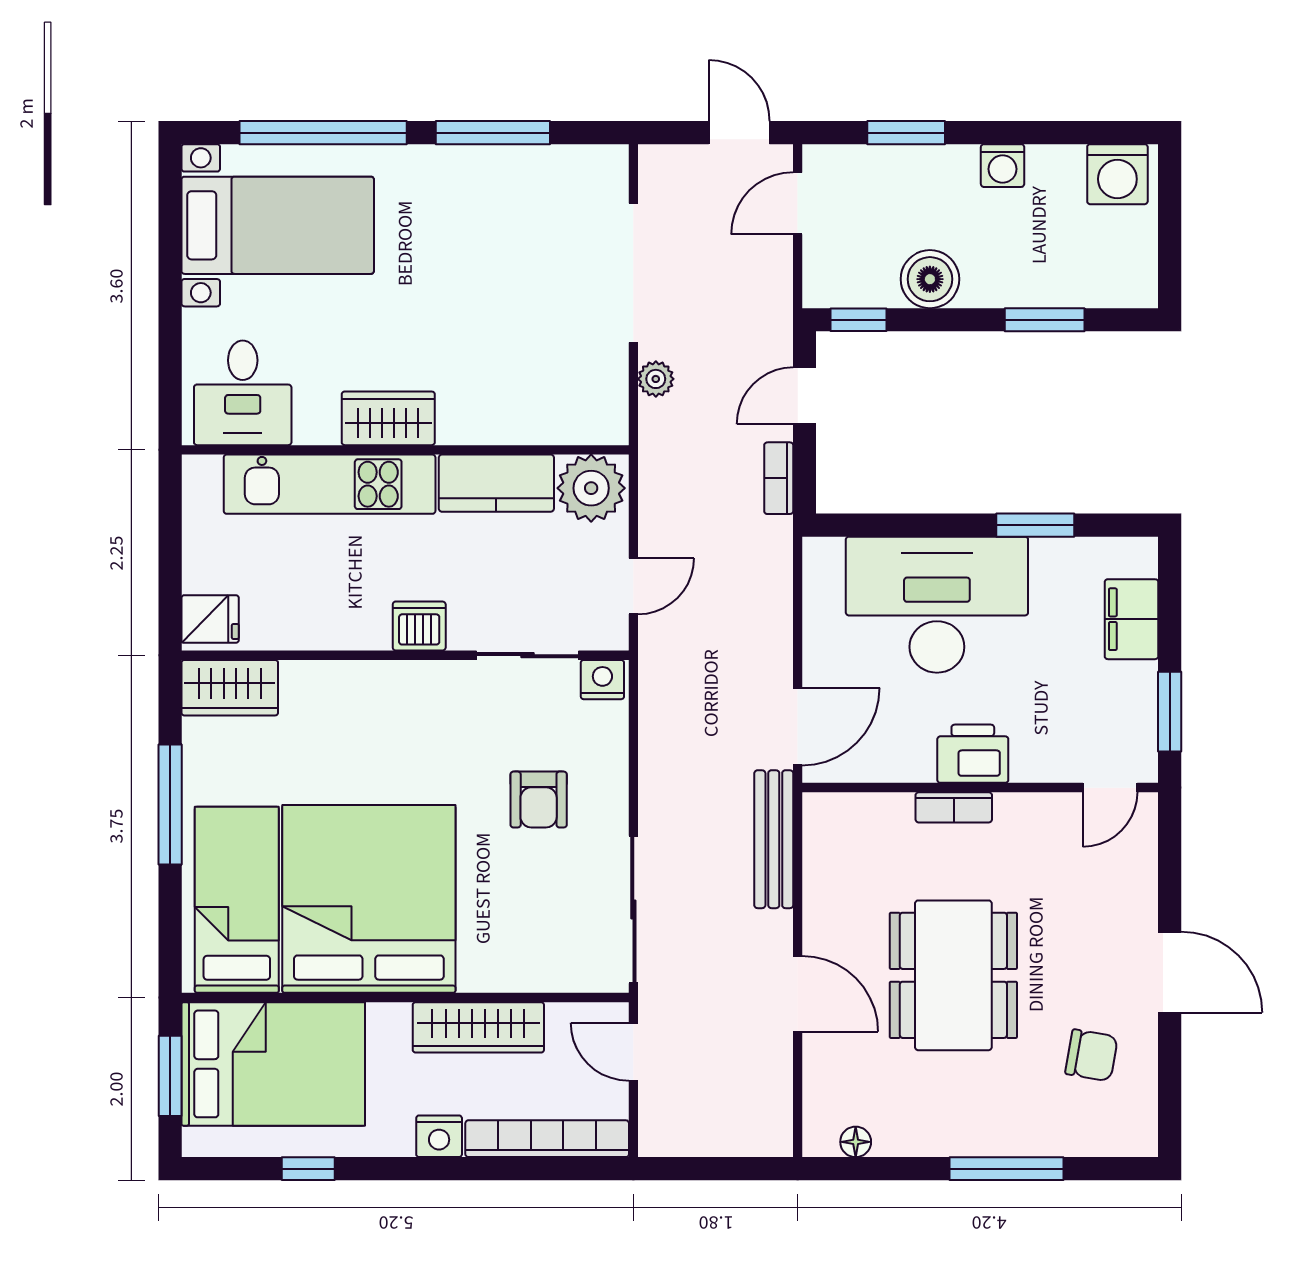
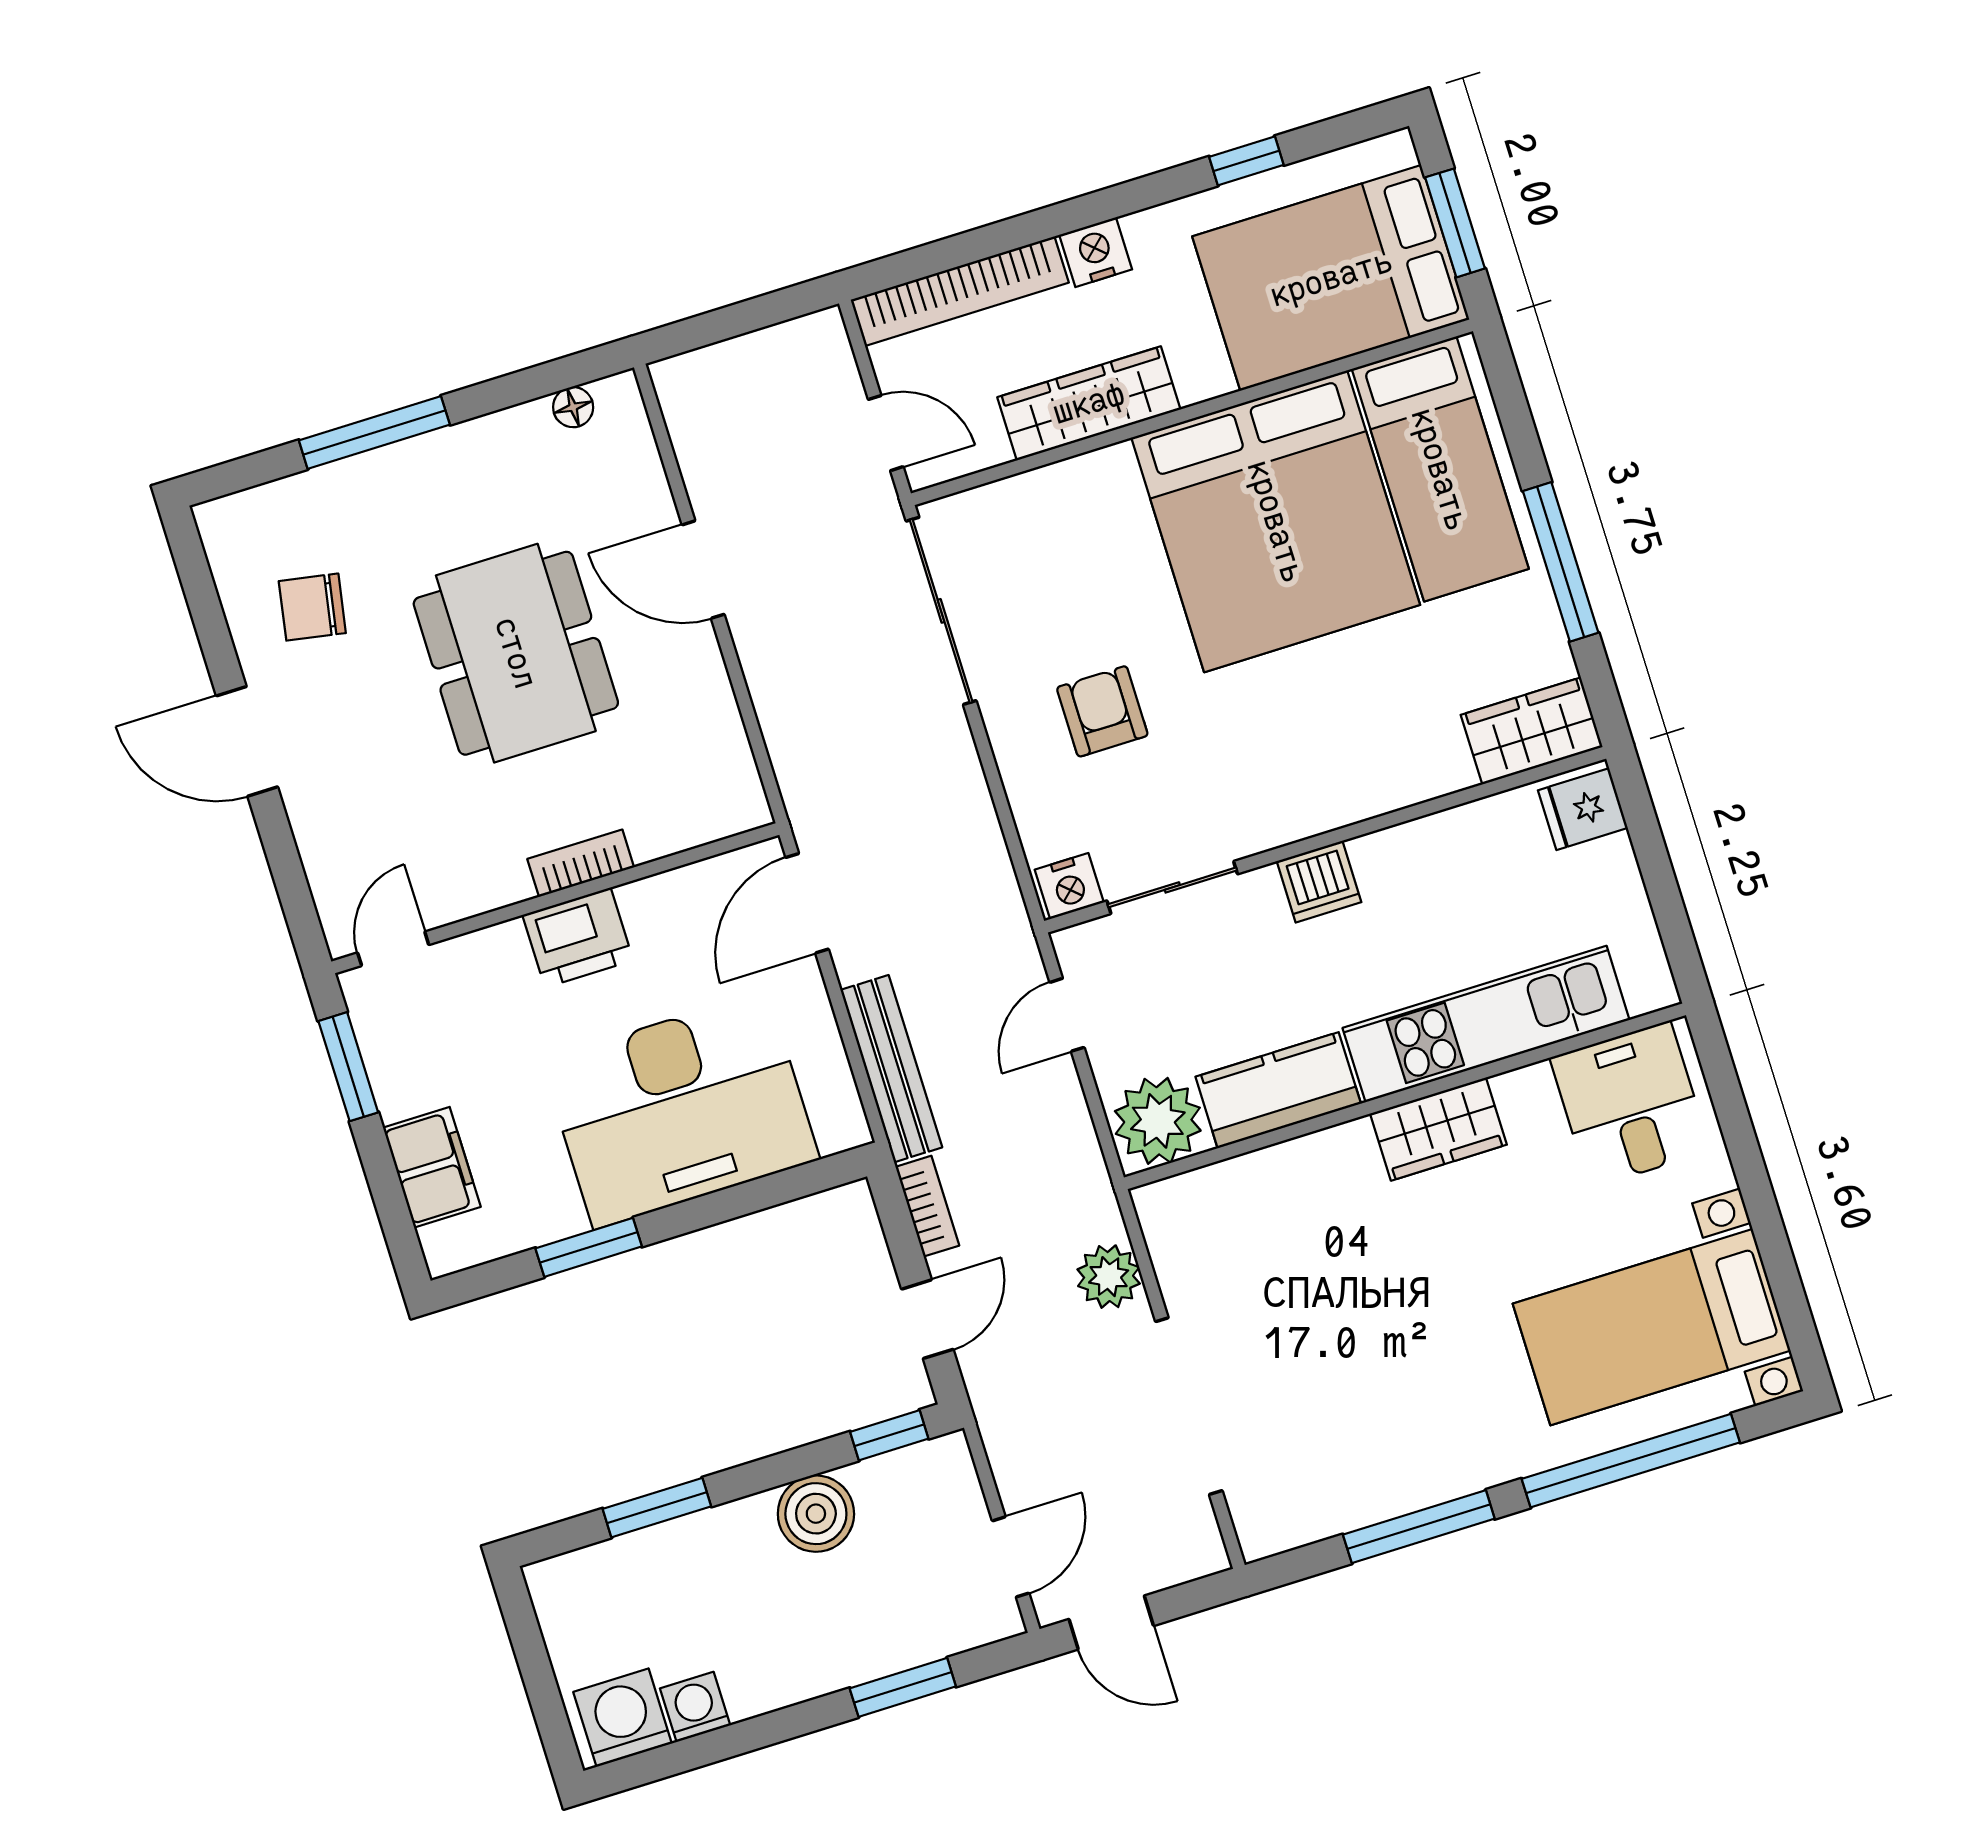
washing machine: (1003, 166) -> (695, 1707), moved
plant: (656, 379) -> (1109, 1277), width x1.38, depth x1.38
bench: (774, 839) -> (891, 1069), moved

